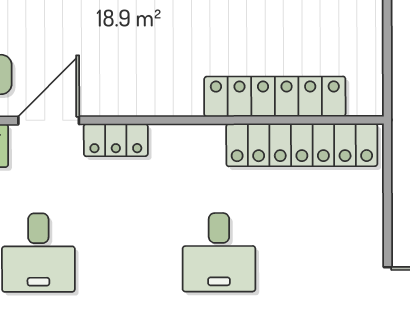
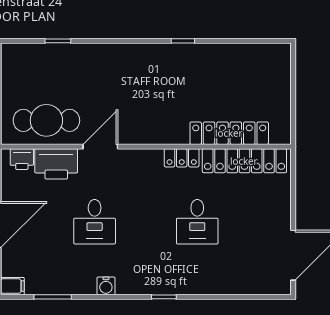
locker: (116, 140) -> (182, 158), moved

